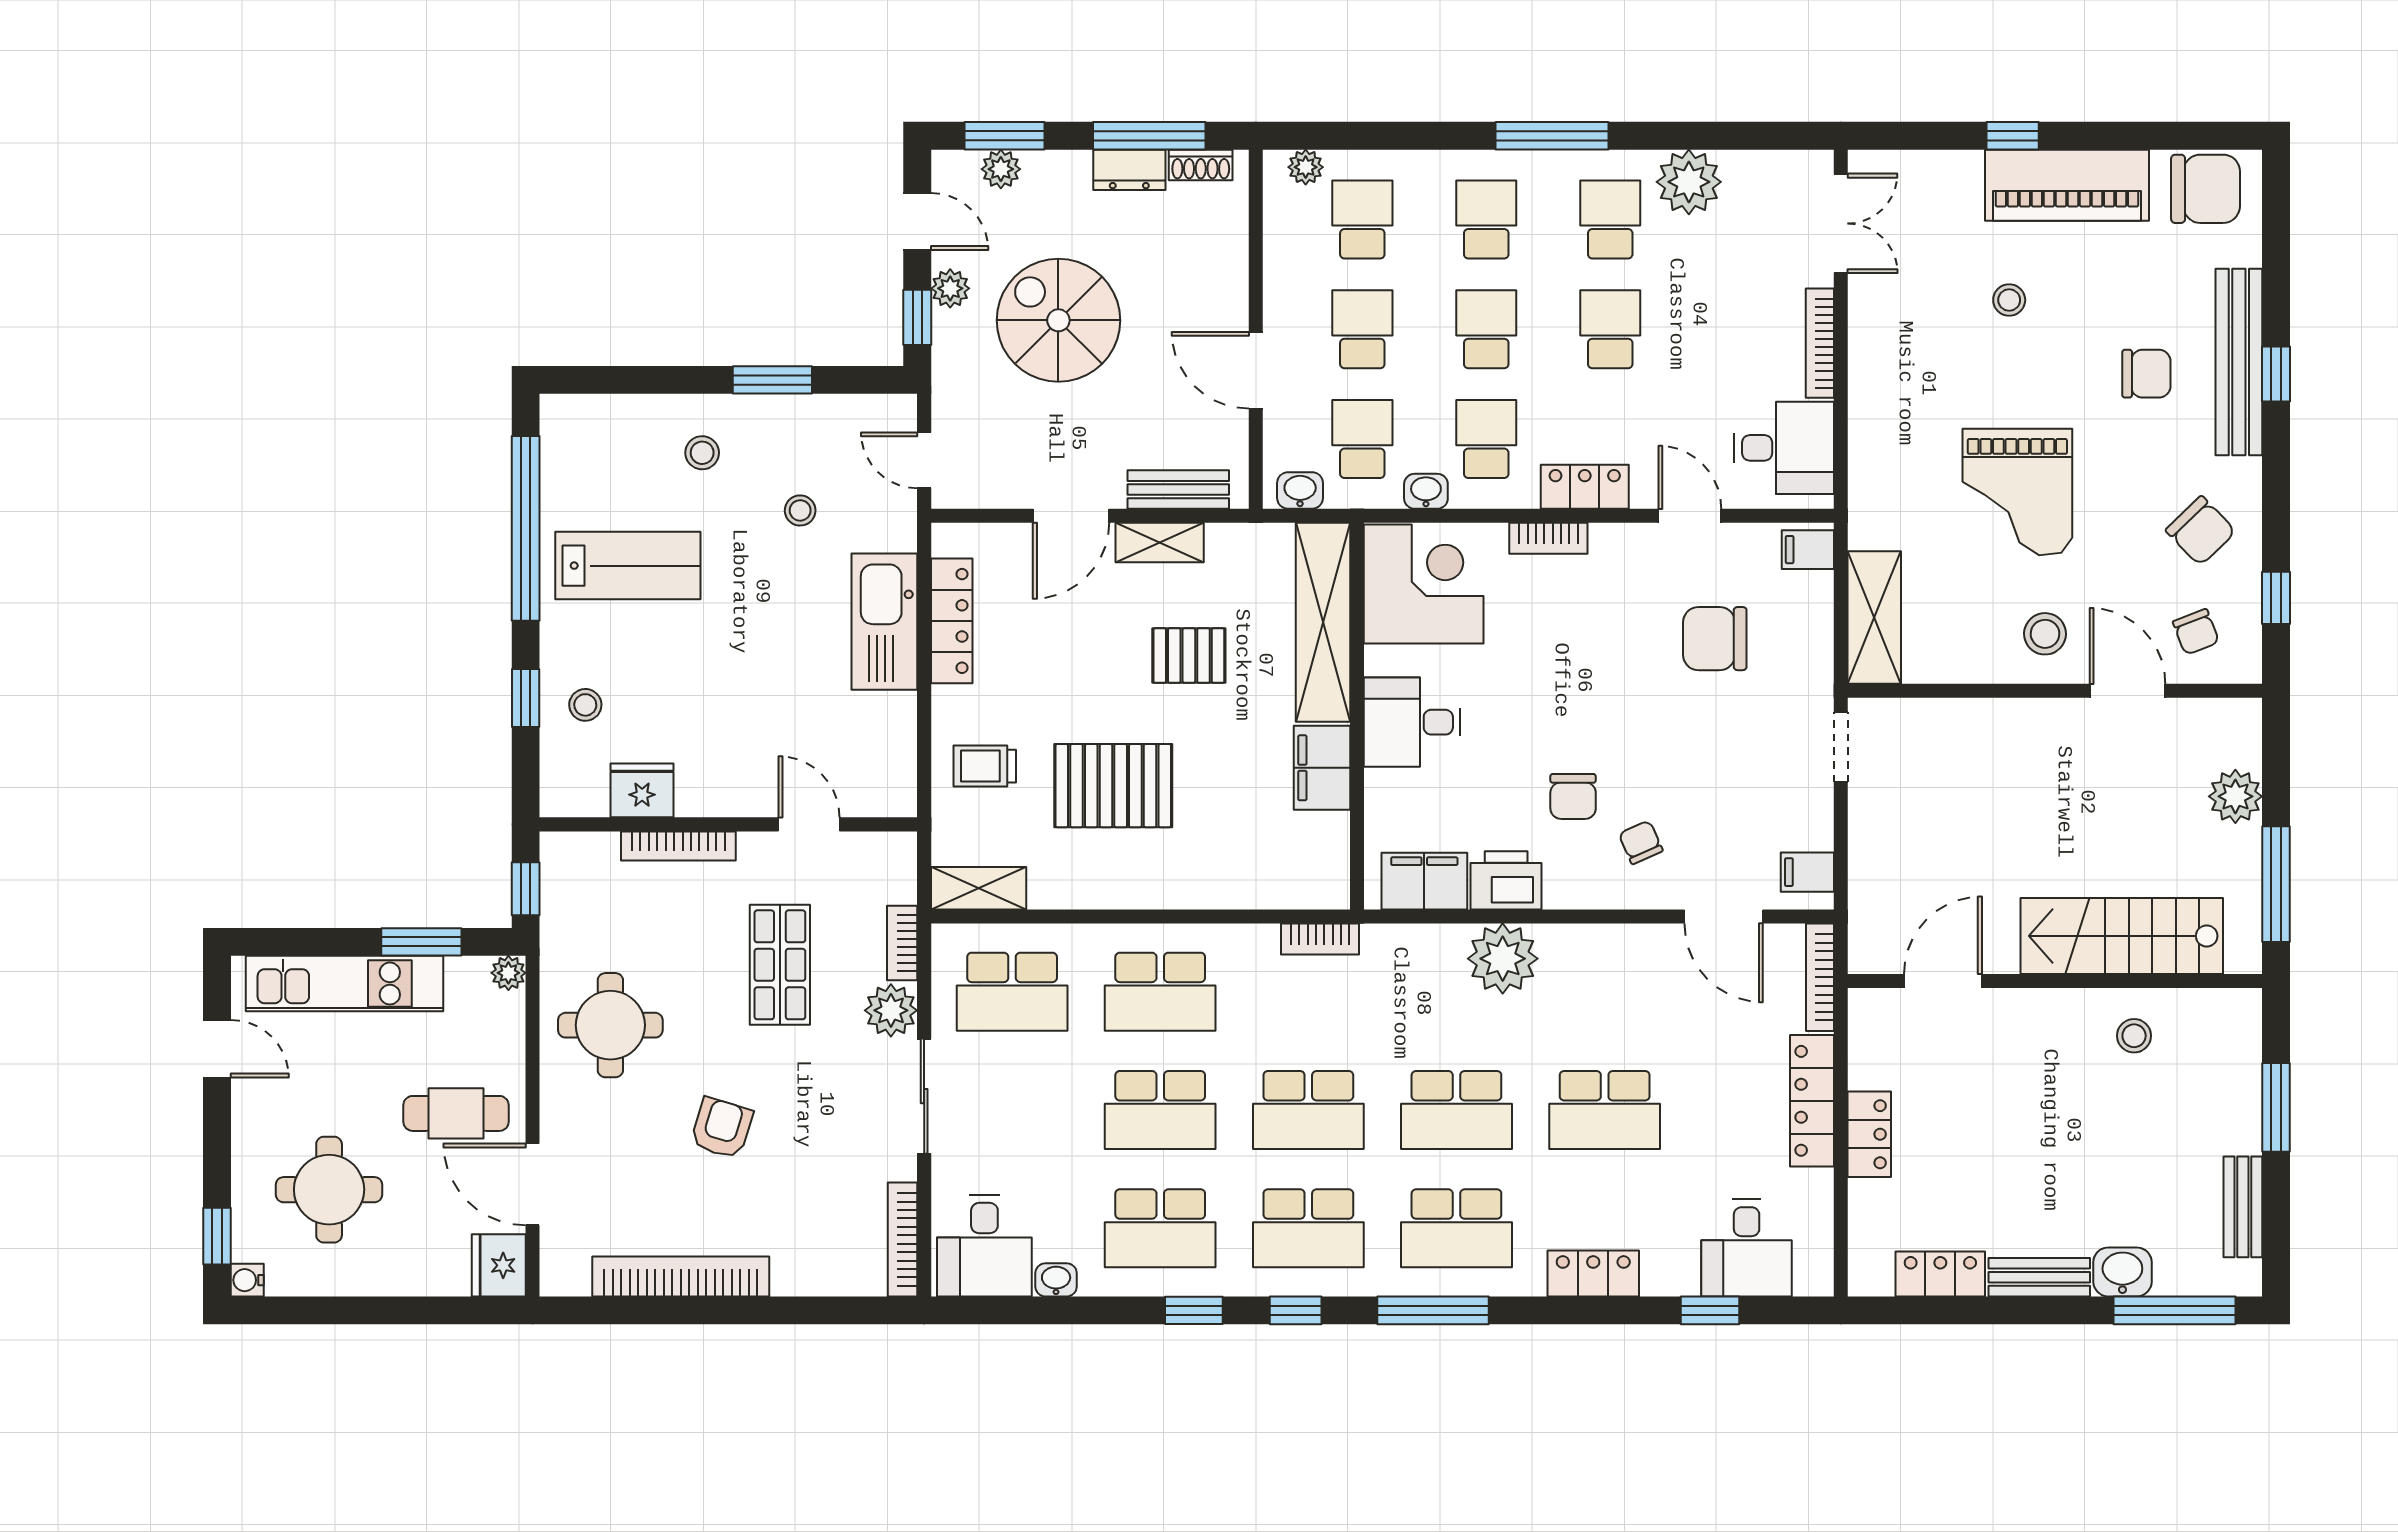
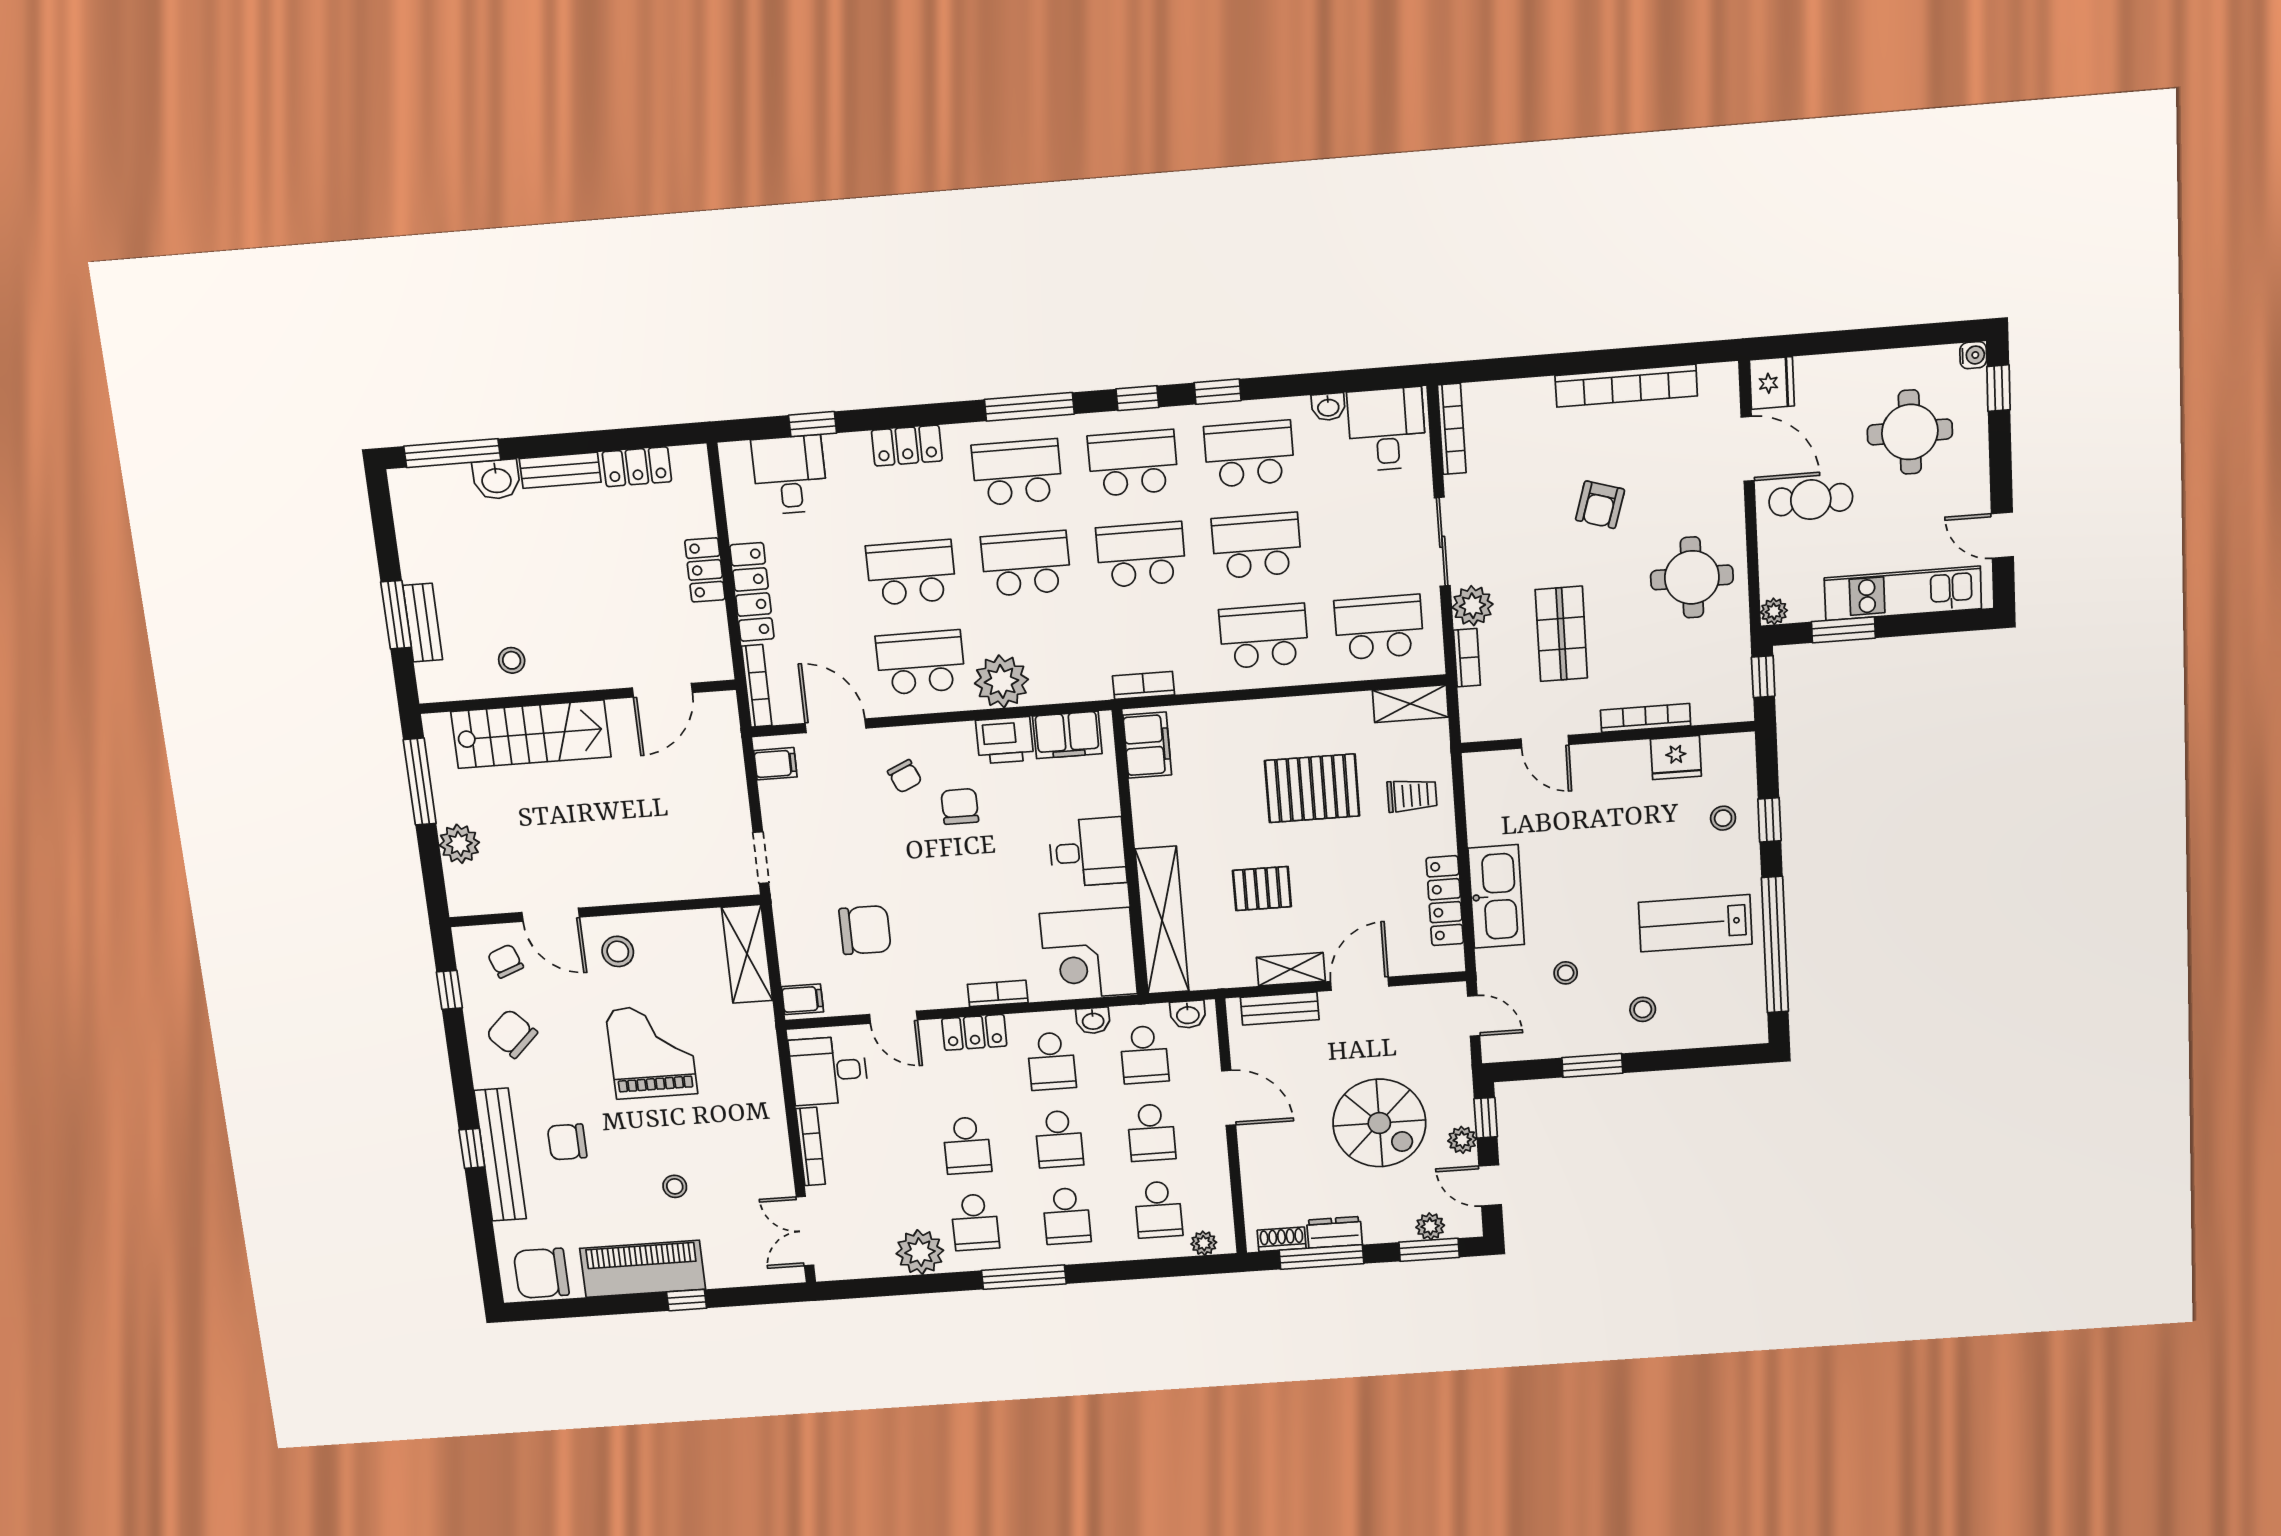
filing cabinet: (1322, 768) -> (1147, 745), moved
school desk: (1605, 992) -> (921, 662), added
bench: (2243, 1207) -> (423, 623), moved

